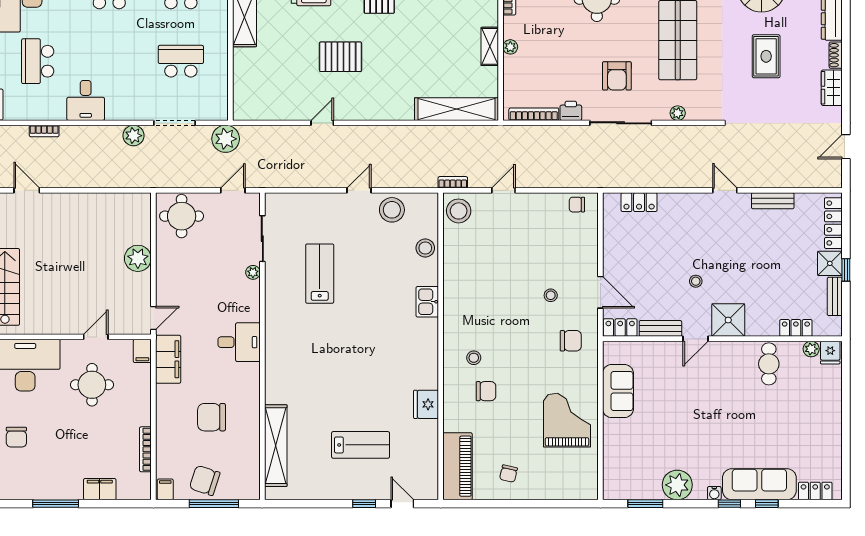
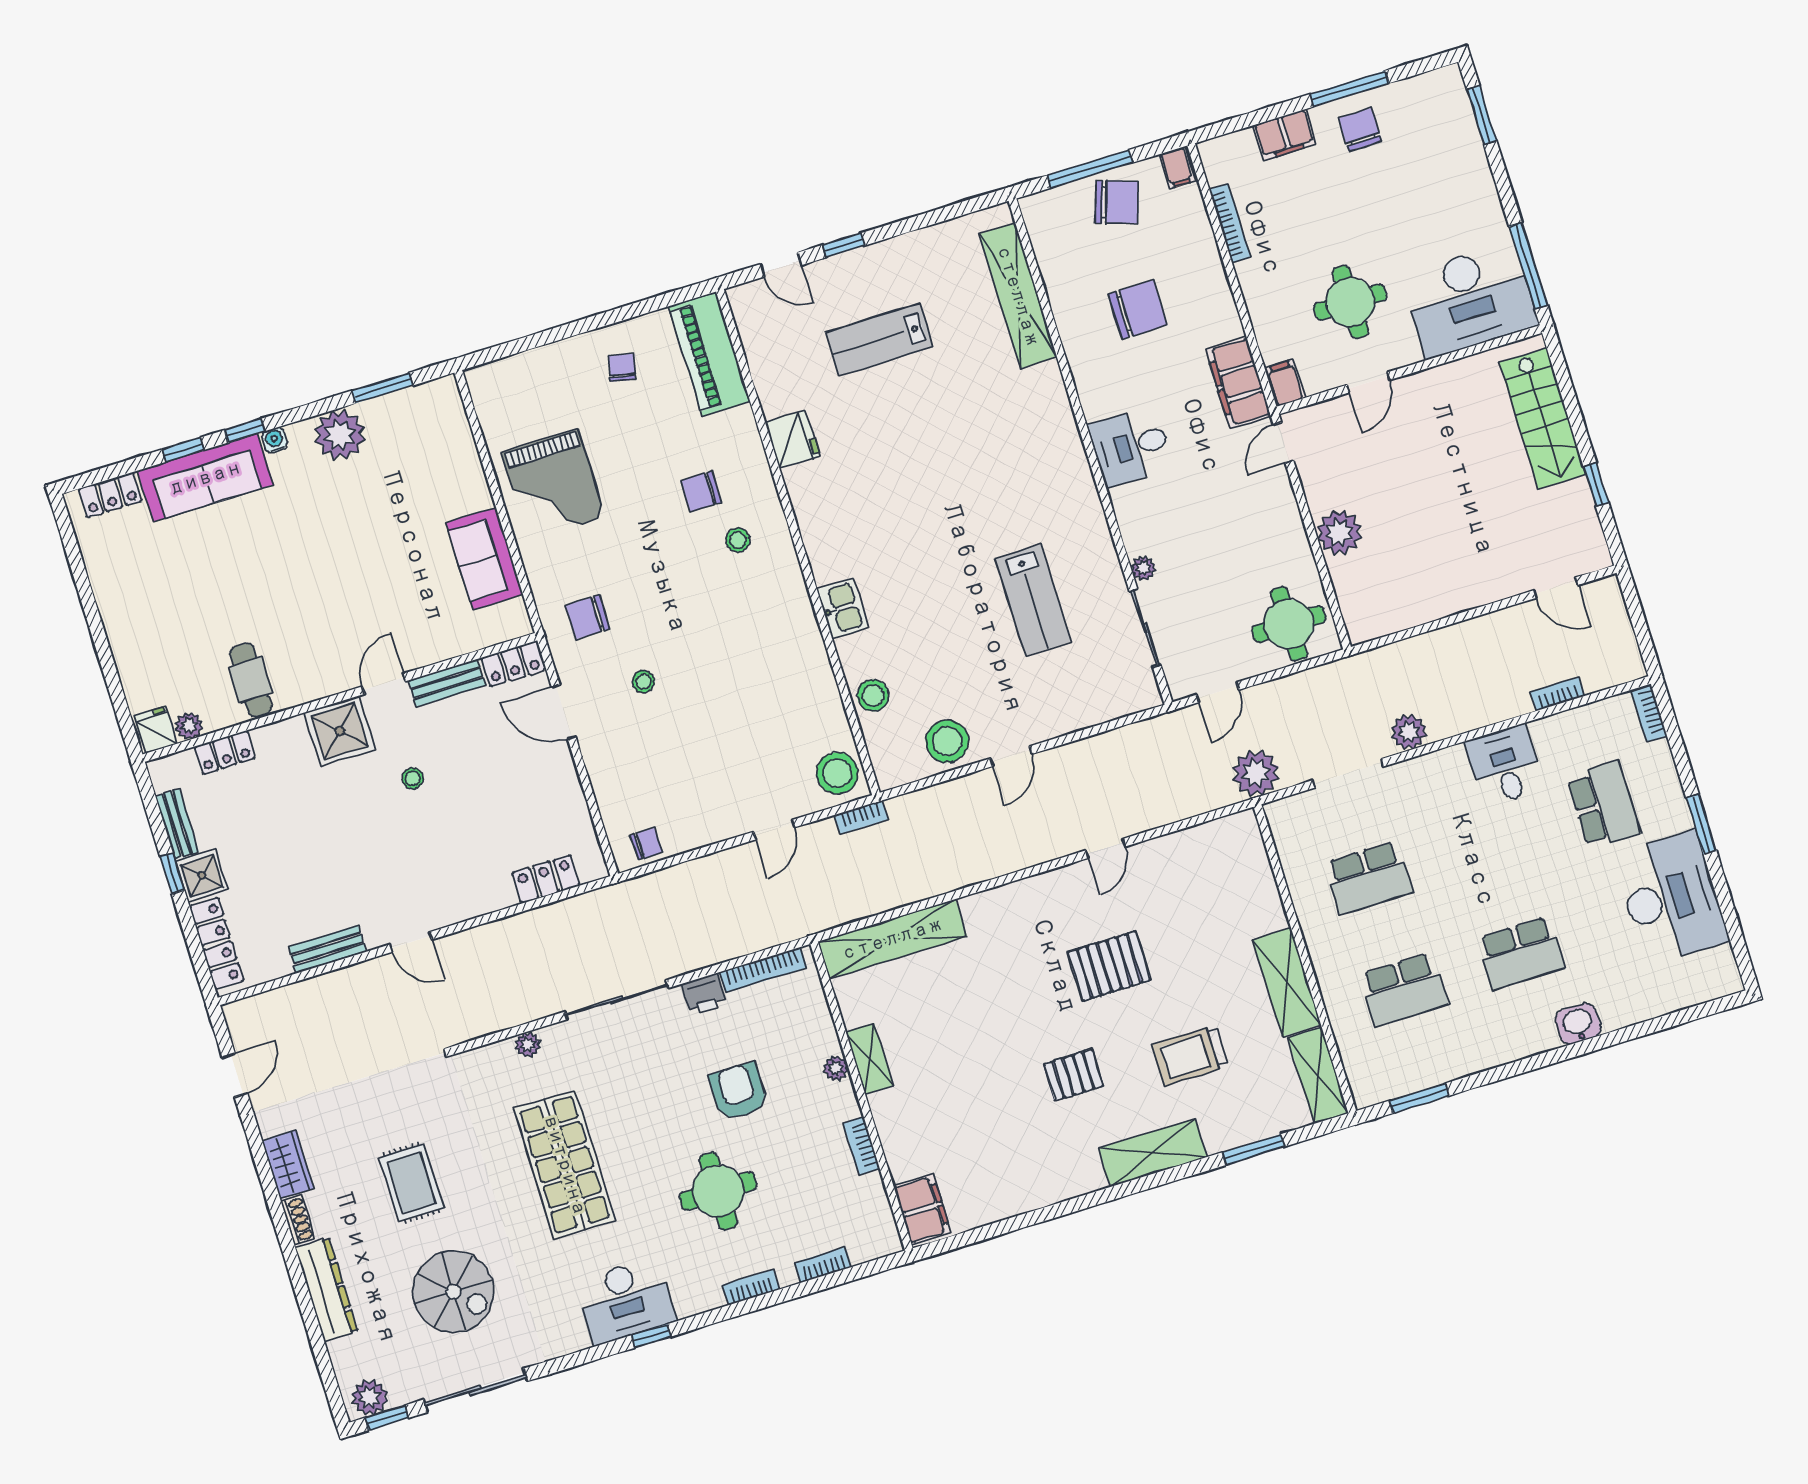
armchair: (617, 76) -> (738, 1092), moved
chair: (16, 437) -> (1360, 129), moved

